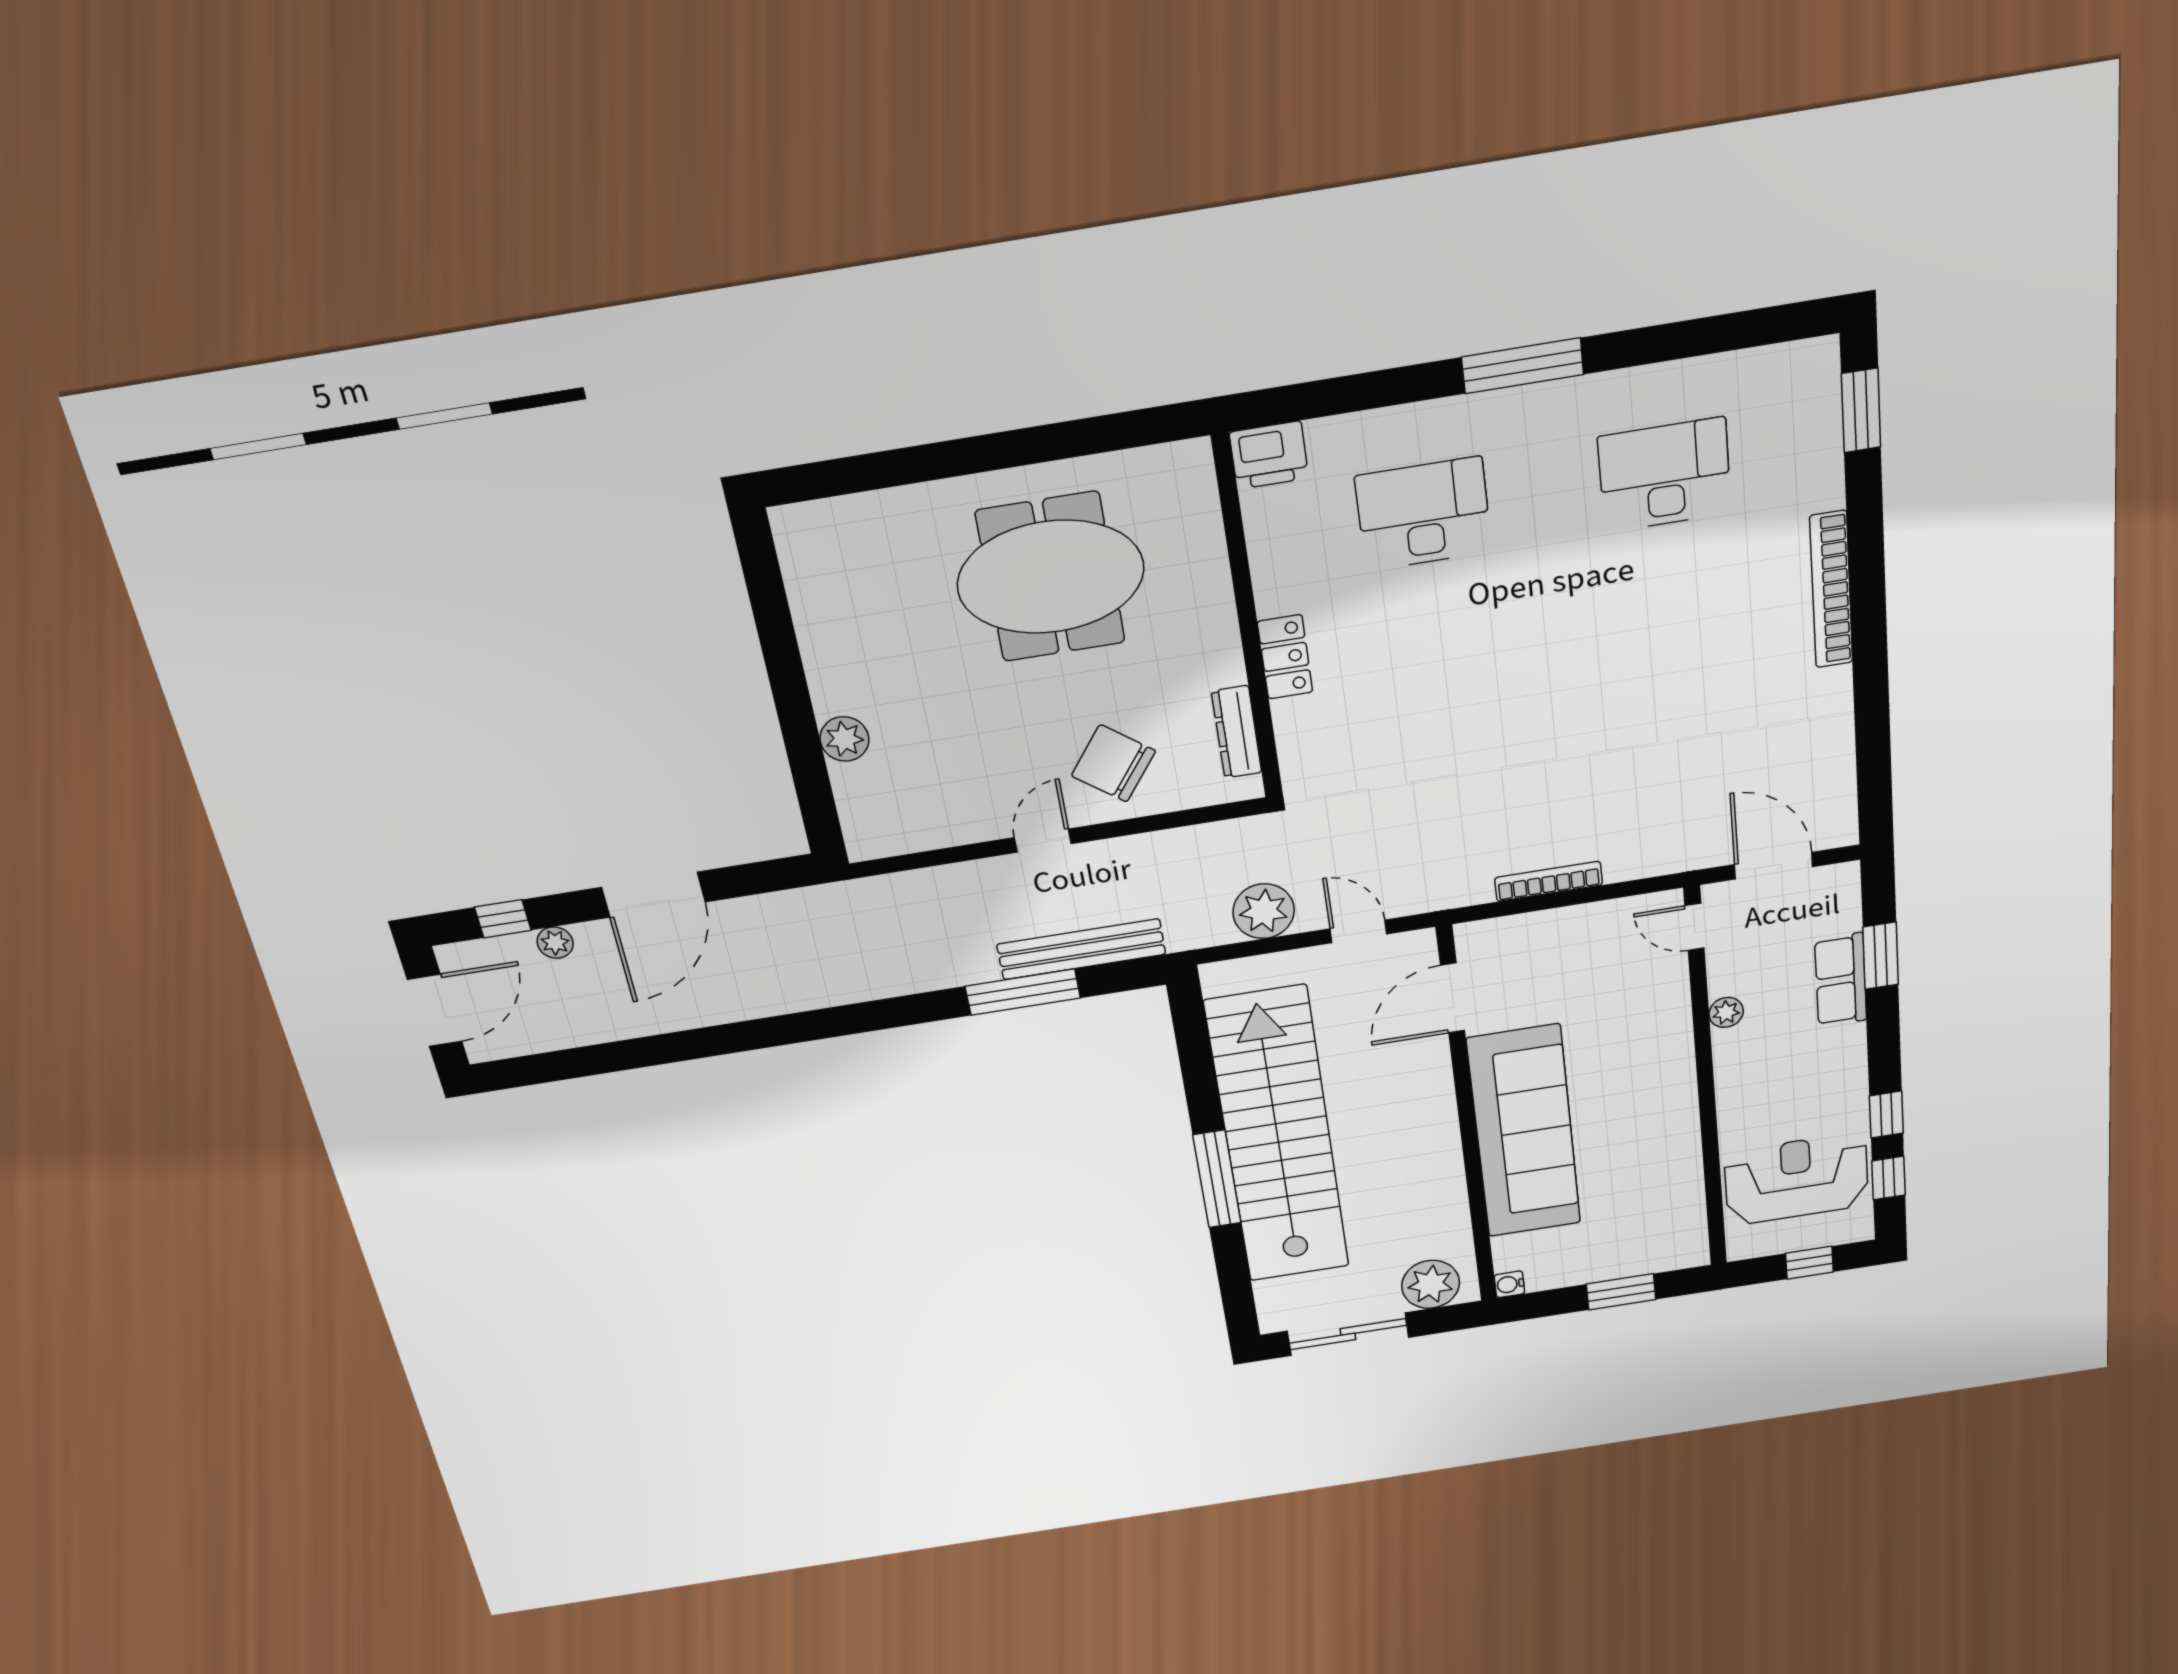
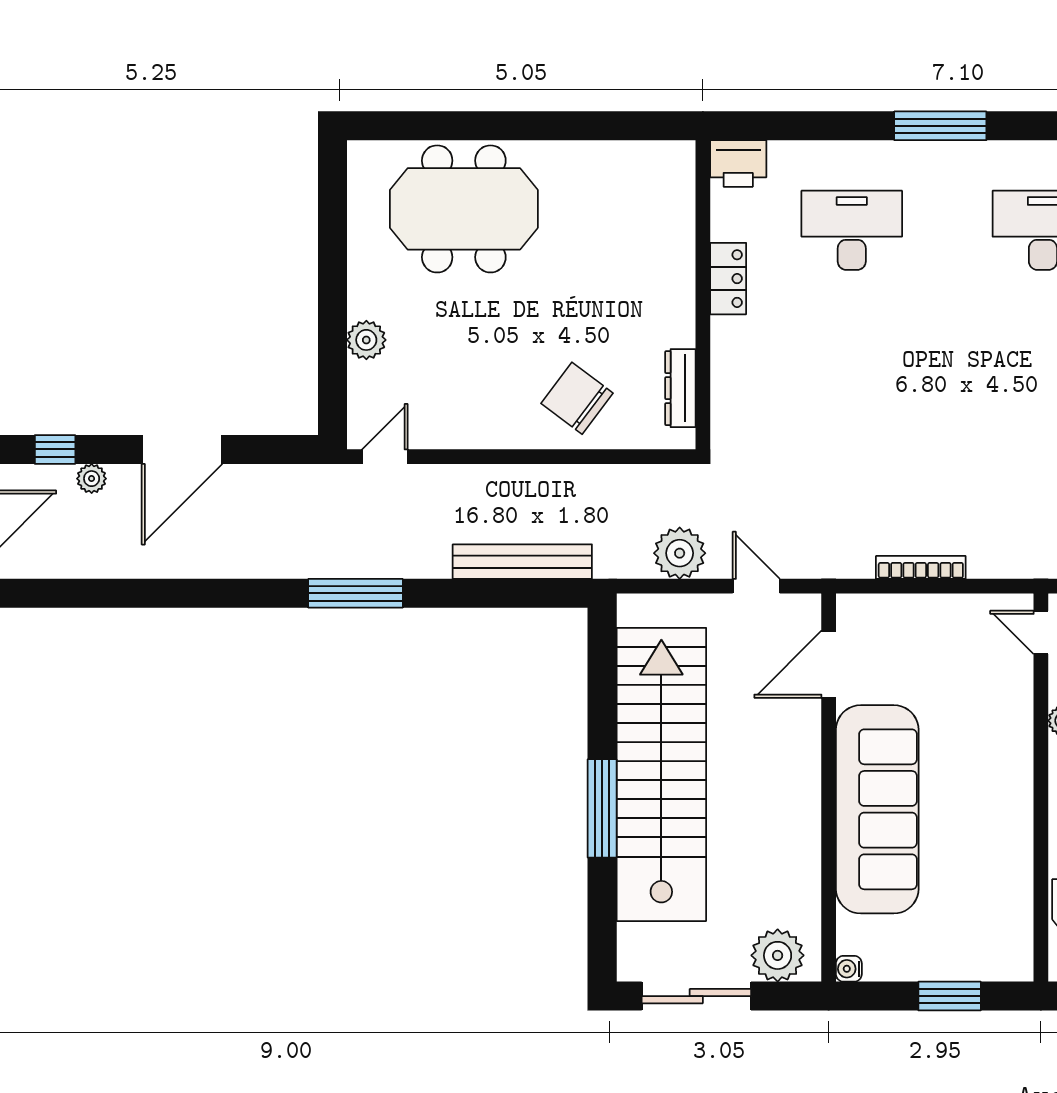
meeting table: (1051, 577) -> (464, 209), moved
locker: (1285, 657) -> (728, 279), moved
door: (1043, 841) -> (385, 457), moved
window: (1023, 992) -> (355, 593), moved

